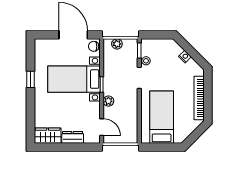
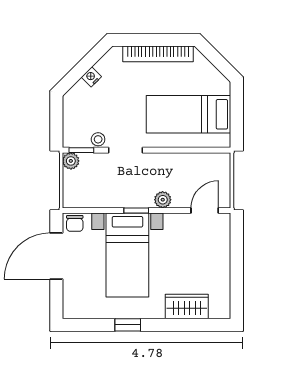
plant: (117, 44) -> (71, 161), moved
wardrobe: (48, 136) -> (187, 306), moved, turned 90
dresser: (73, 137) -> (221, 257), removed

